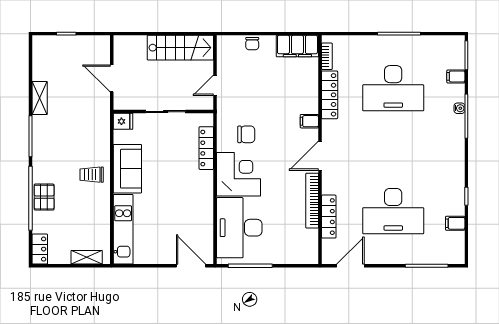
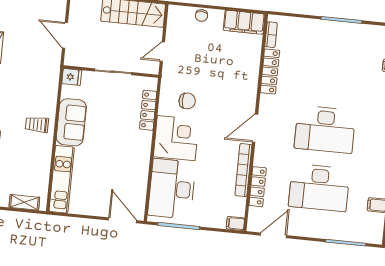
desk: (393, 88) -> (325, 129), moved
filing cabinet: (309, 121) -> (235, 223), moved

